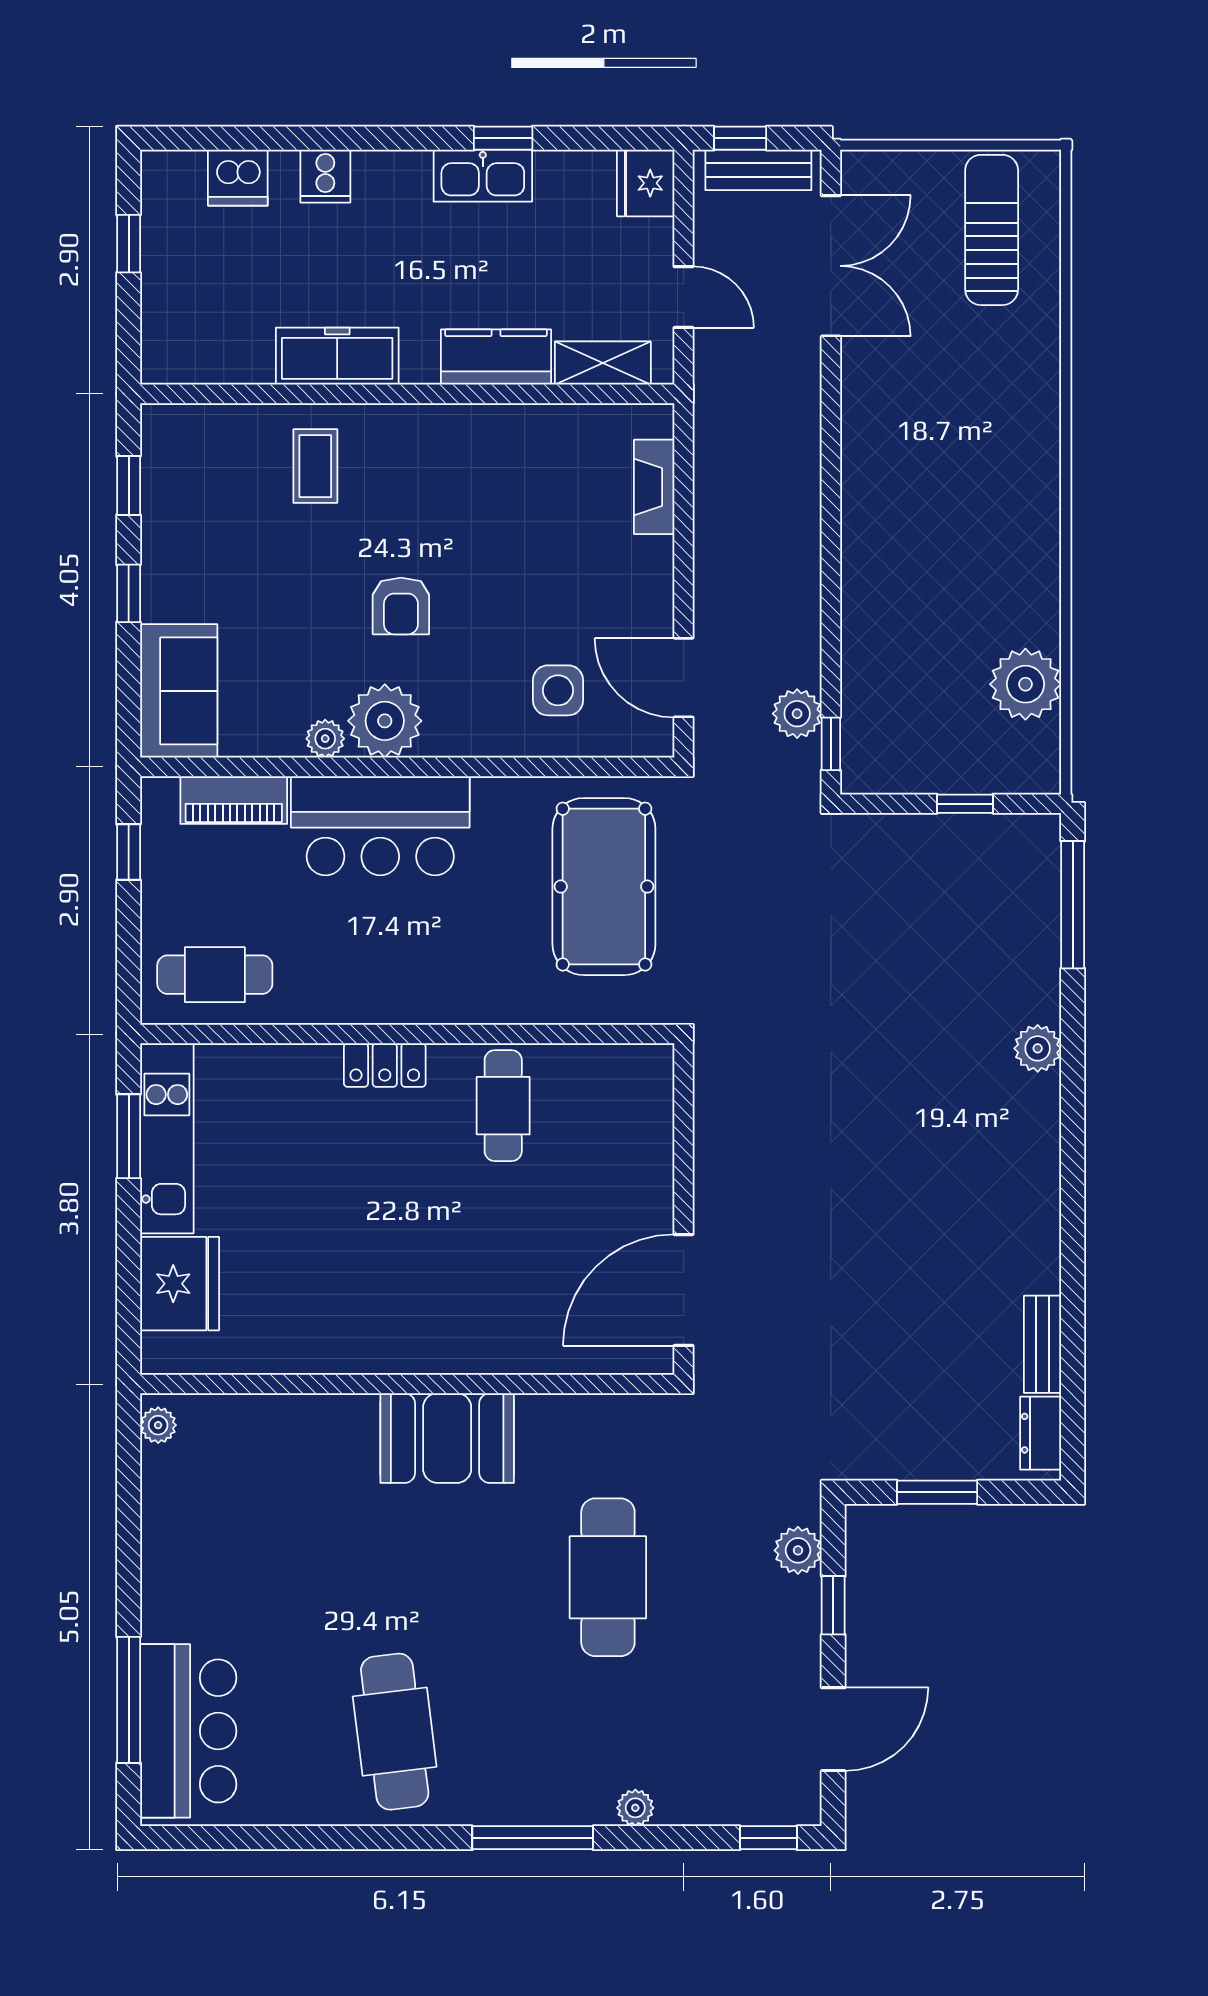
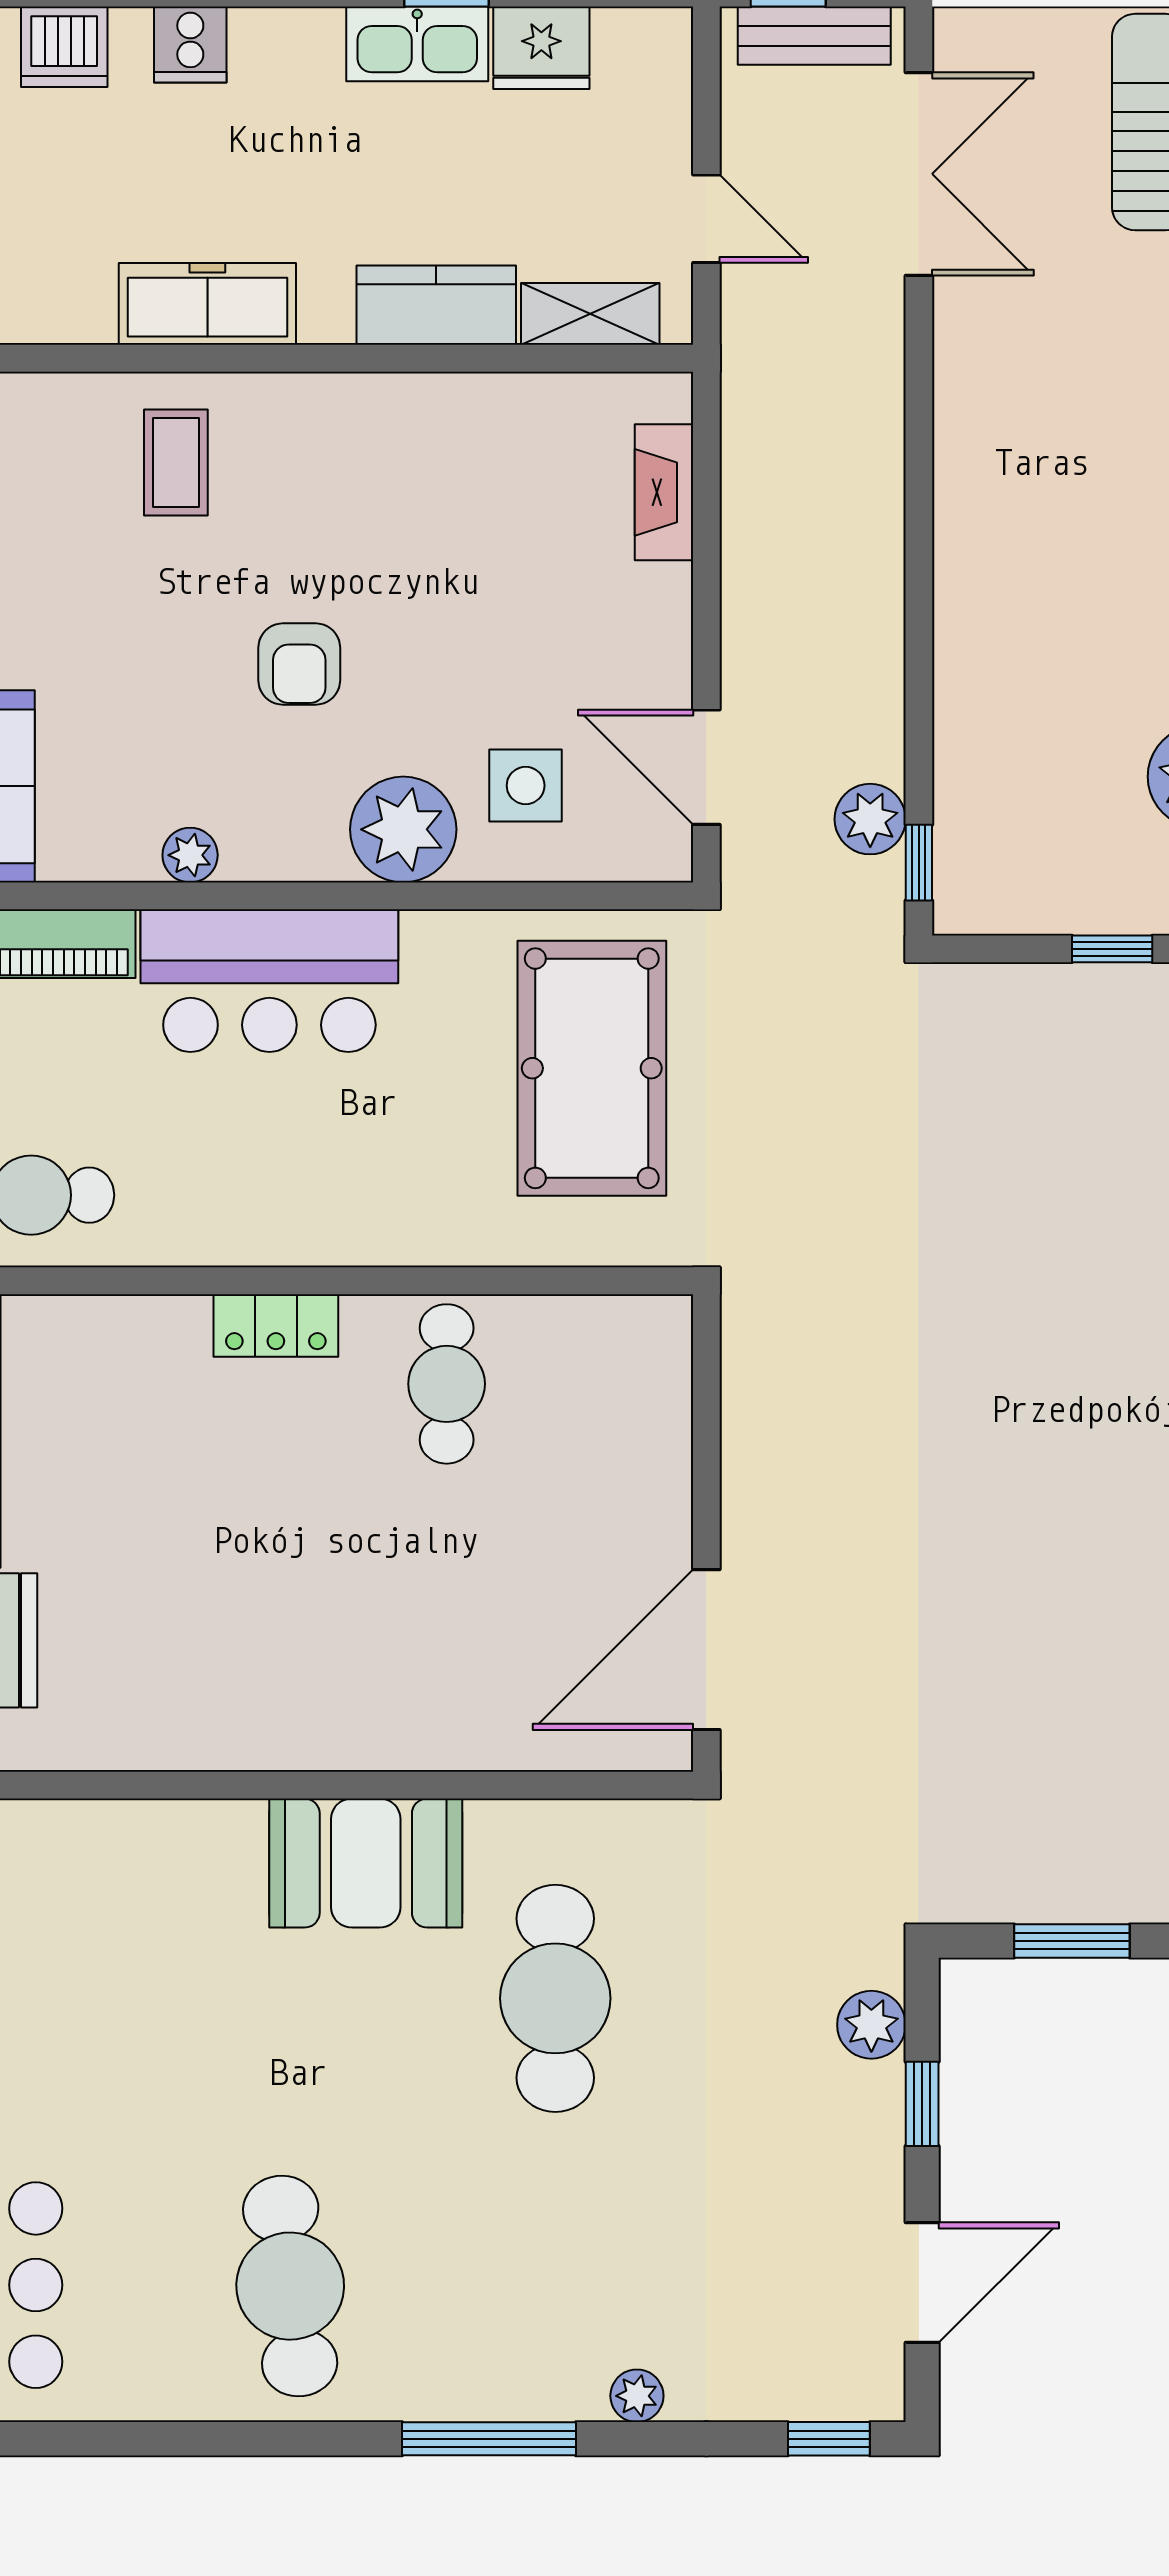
fridge: (646, 183) -> (541, 48), moved, turned -90
plant: (385, 721) -> (403, 829), moved
cafe table: (608, 1577) -> (555, 1998), moved

